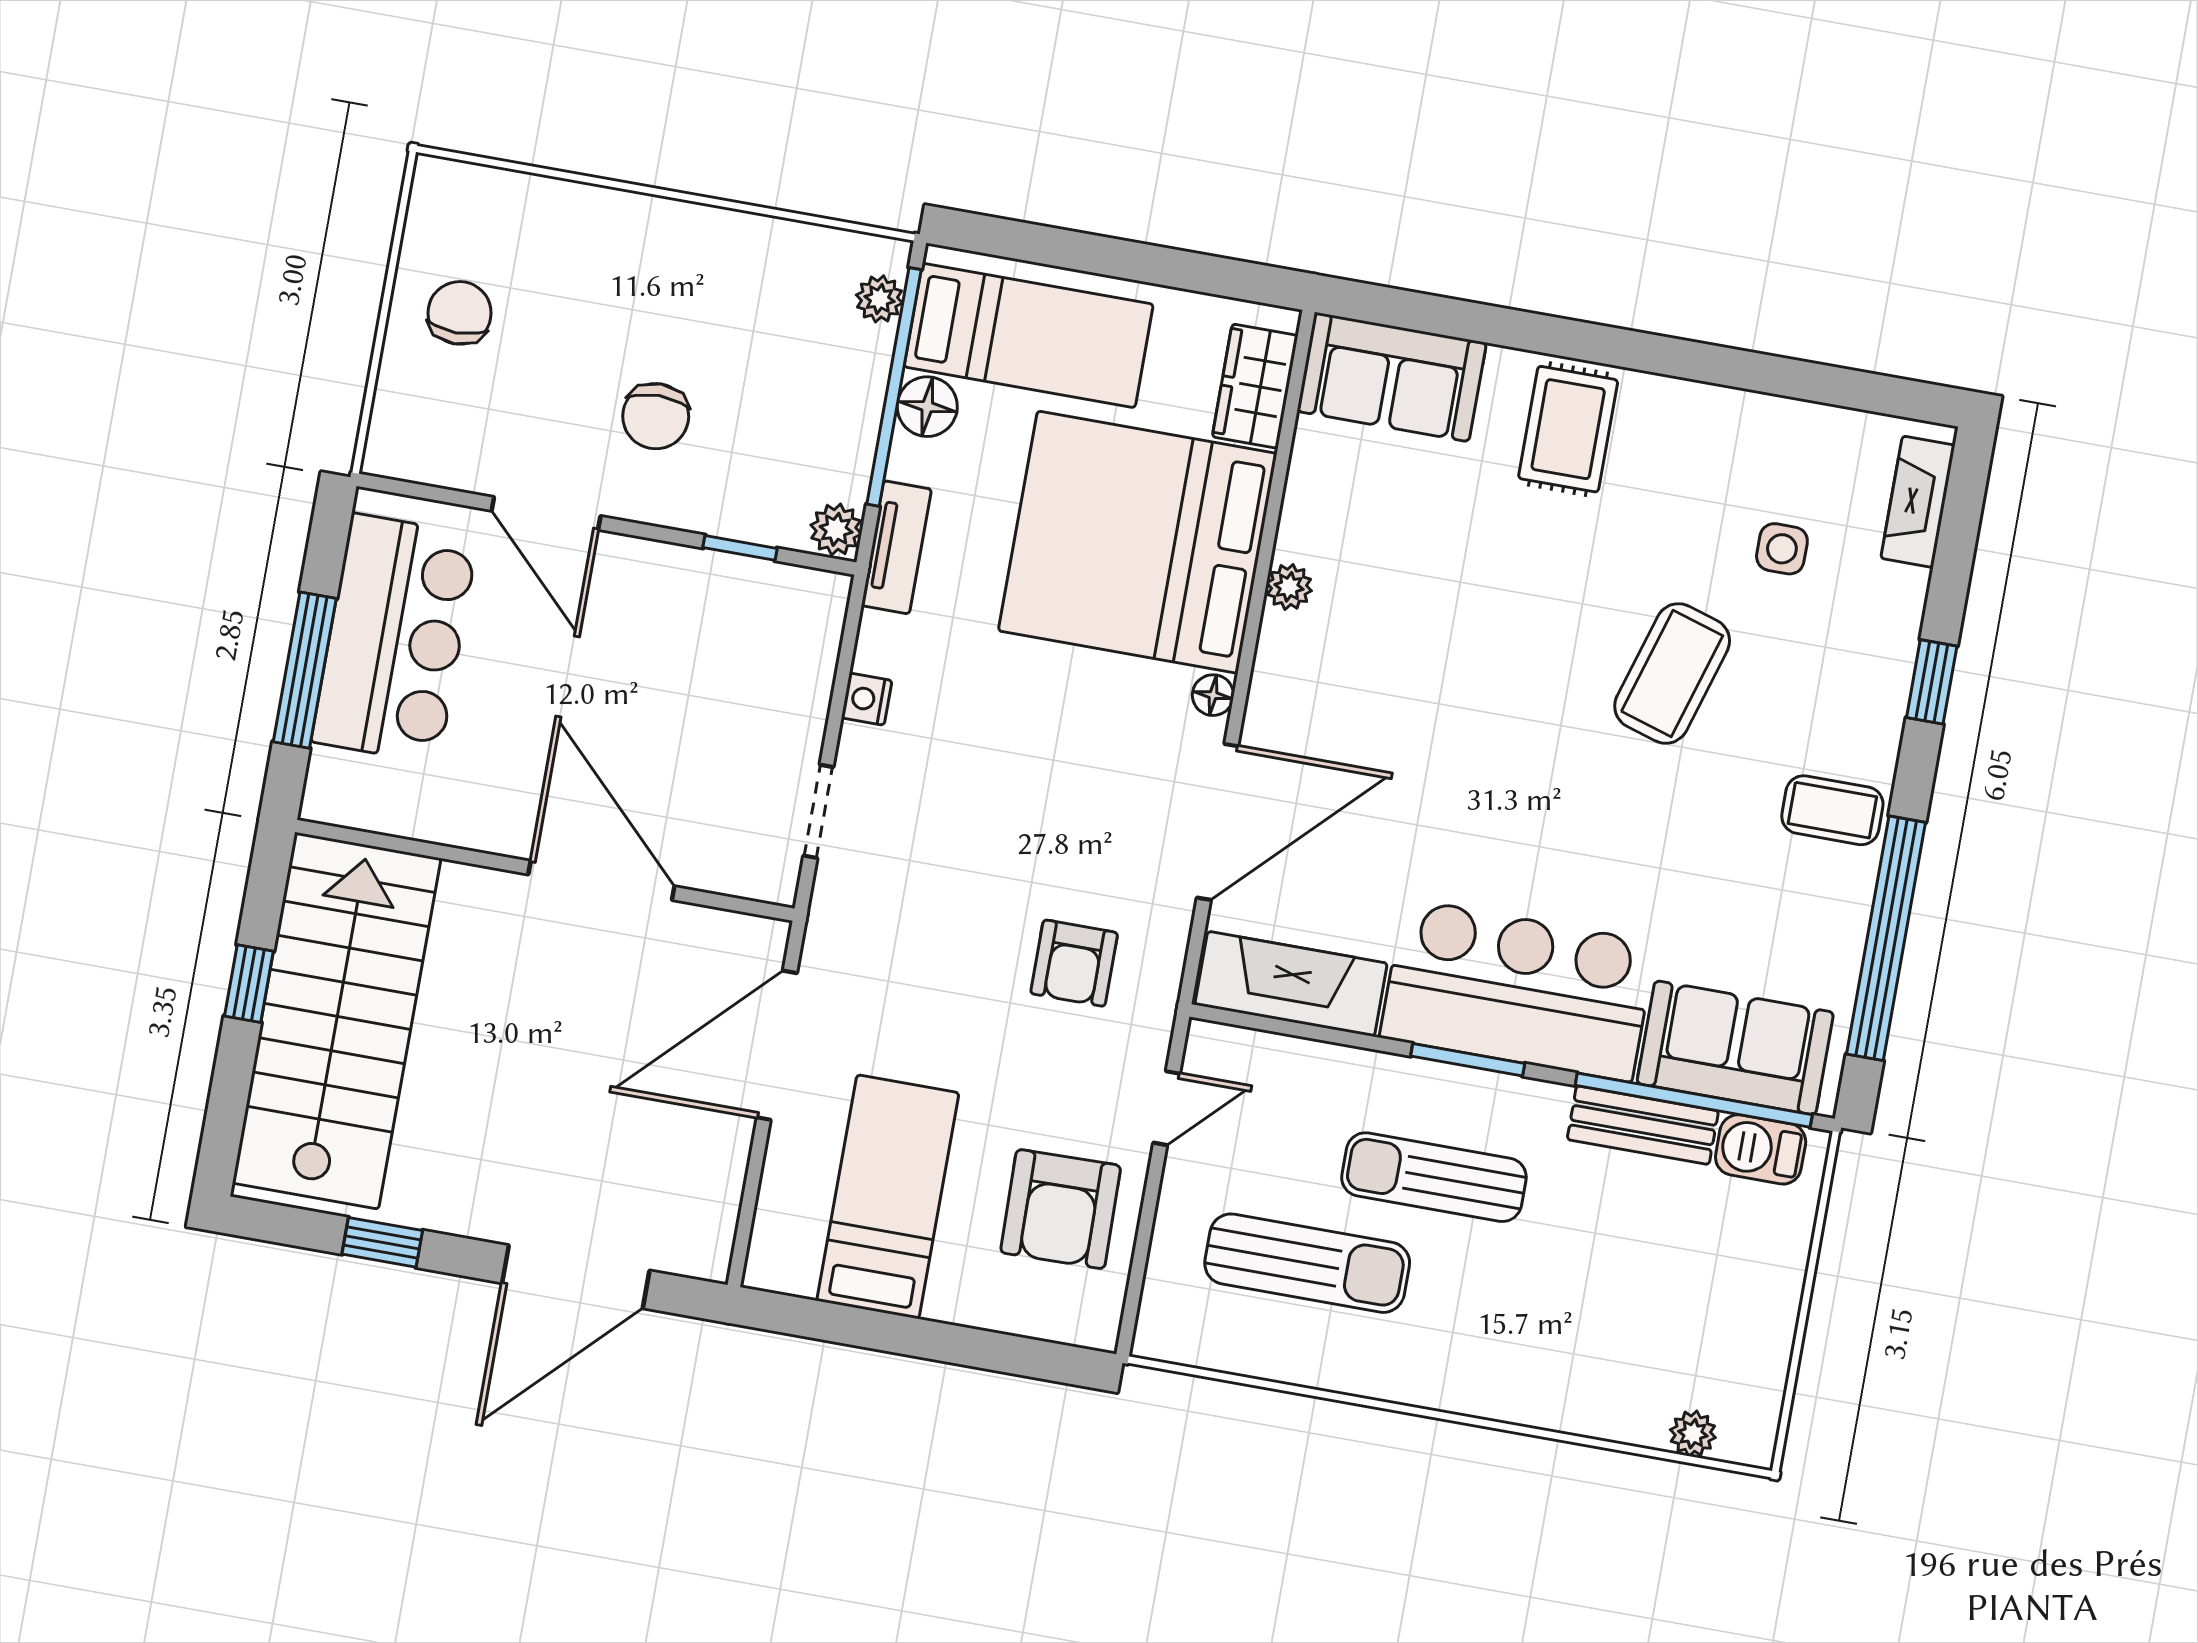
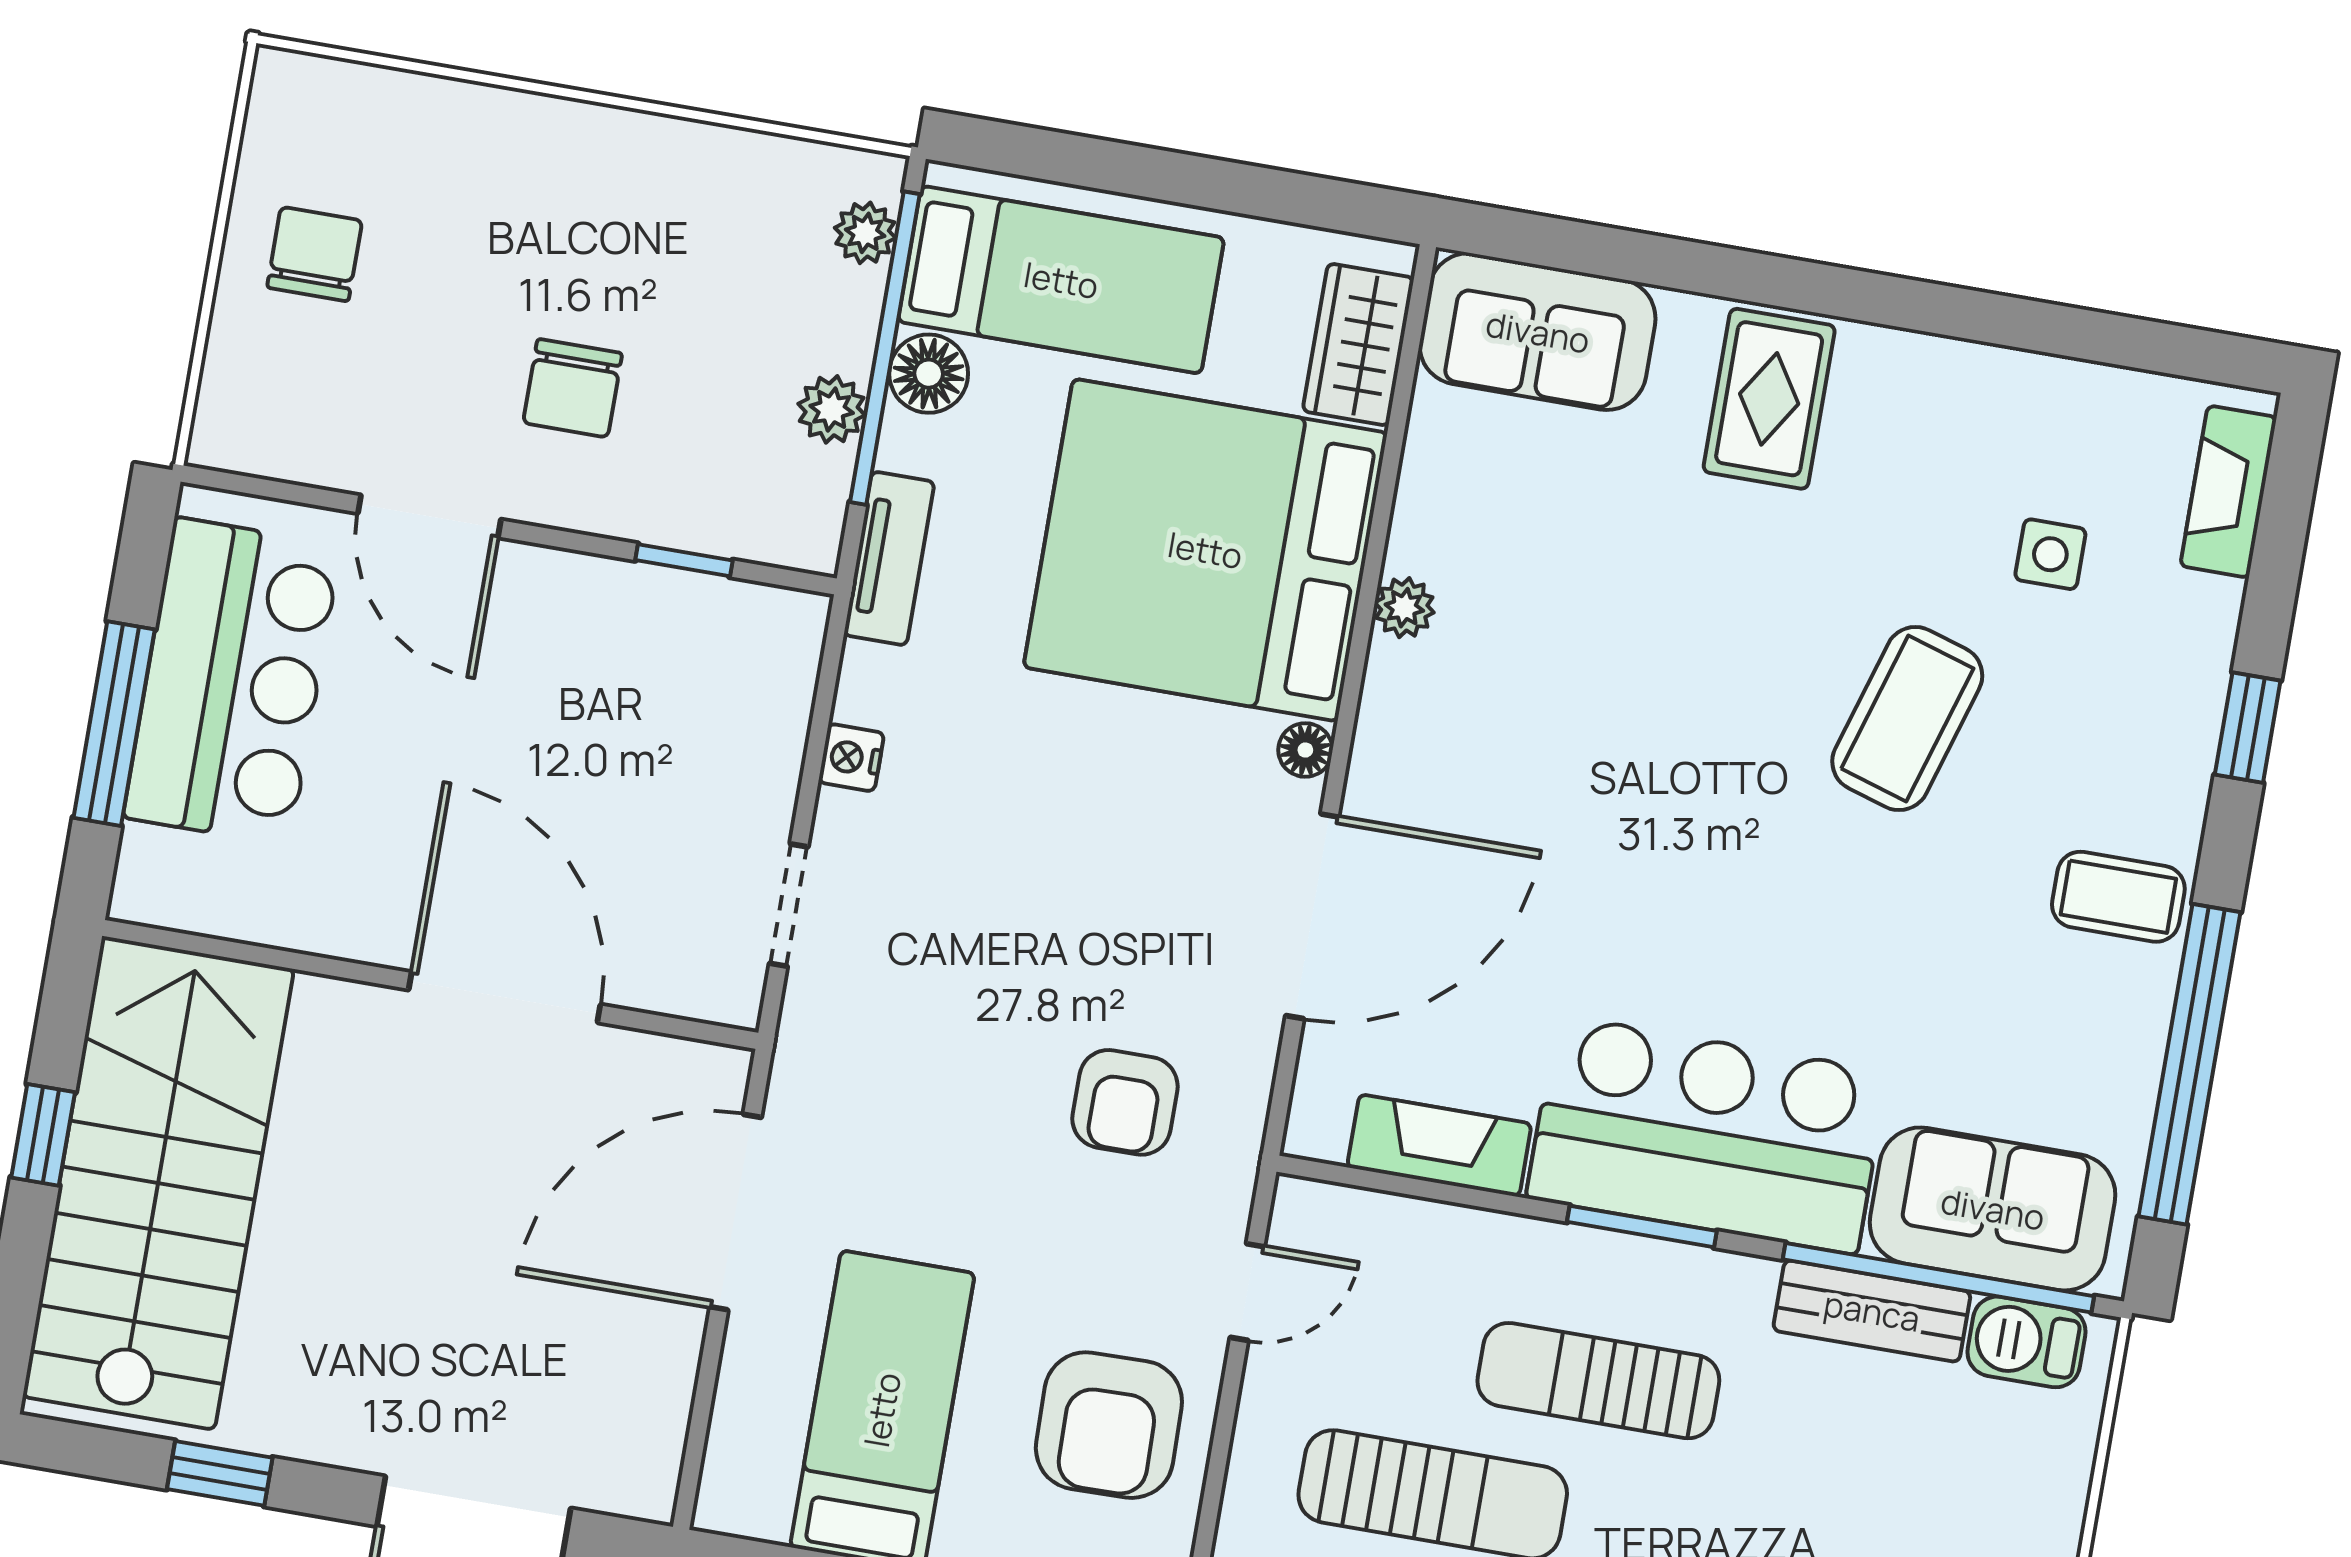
plant: (836, 529) -> (832, 409), moved
fireplace: (1291, 984) -> (1439, 1145), width x0.73, depth x0.76

